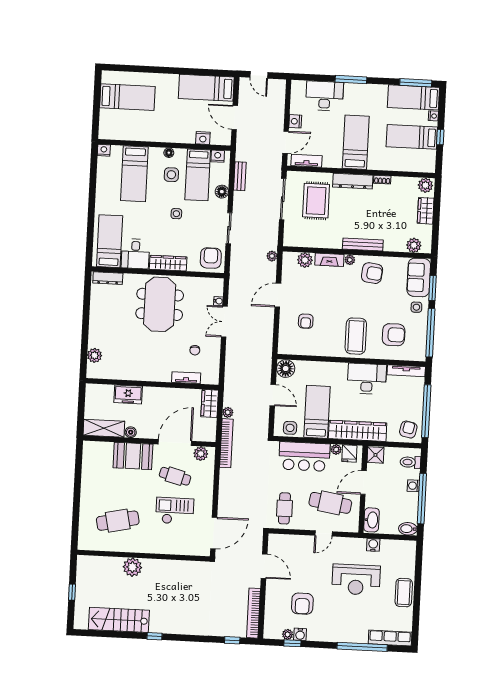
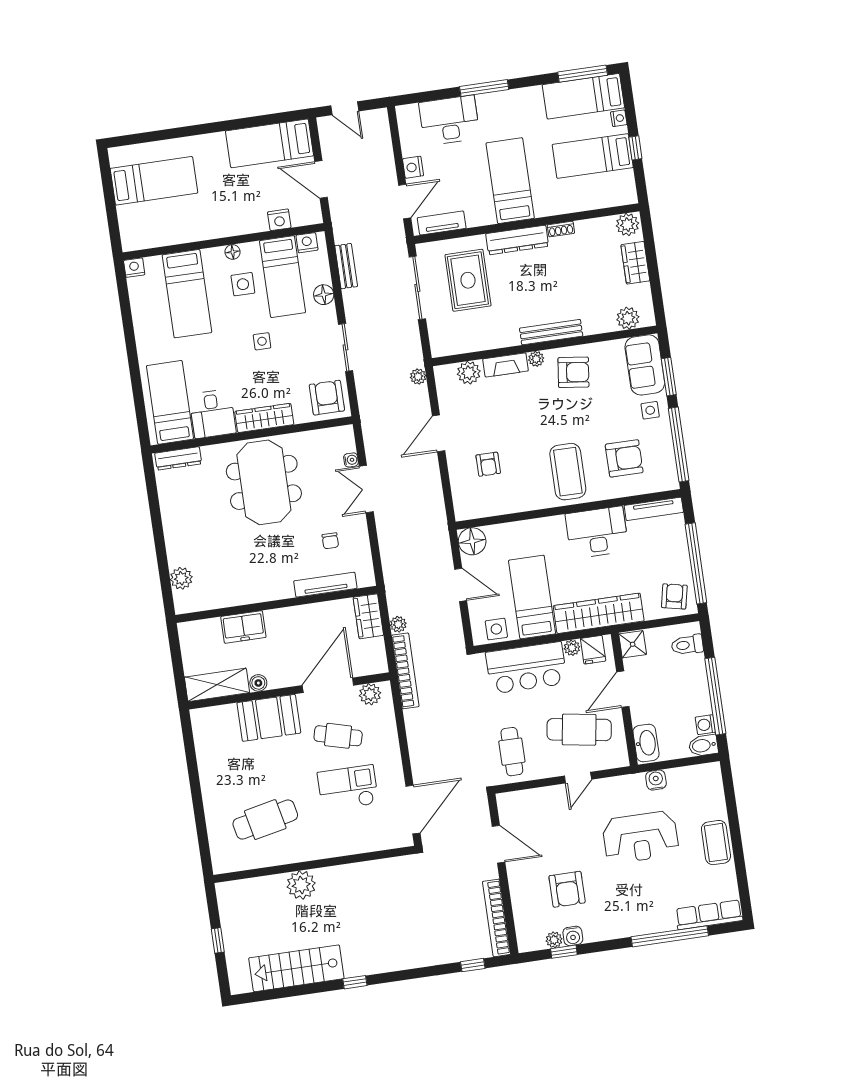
tv unit: (186, 378) -> (325, 585), width x1.41
washing machine: (413, 486) -> (705, 725), moved

